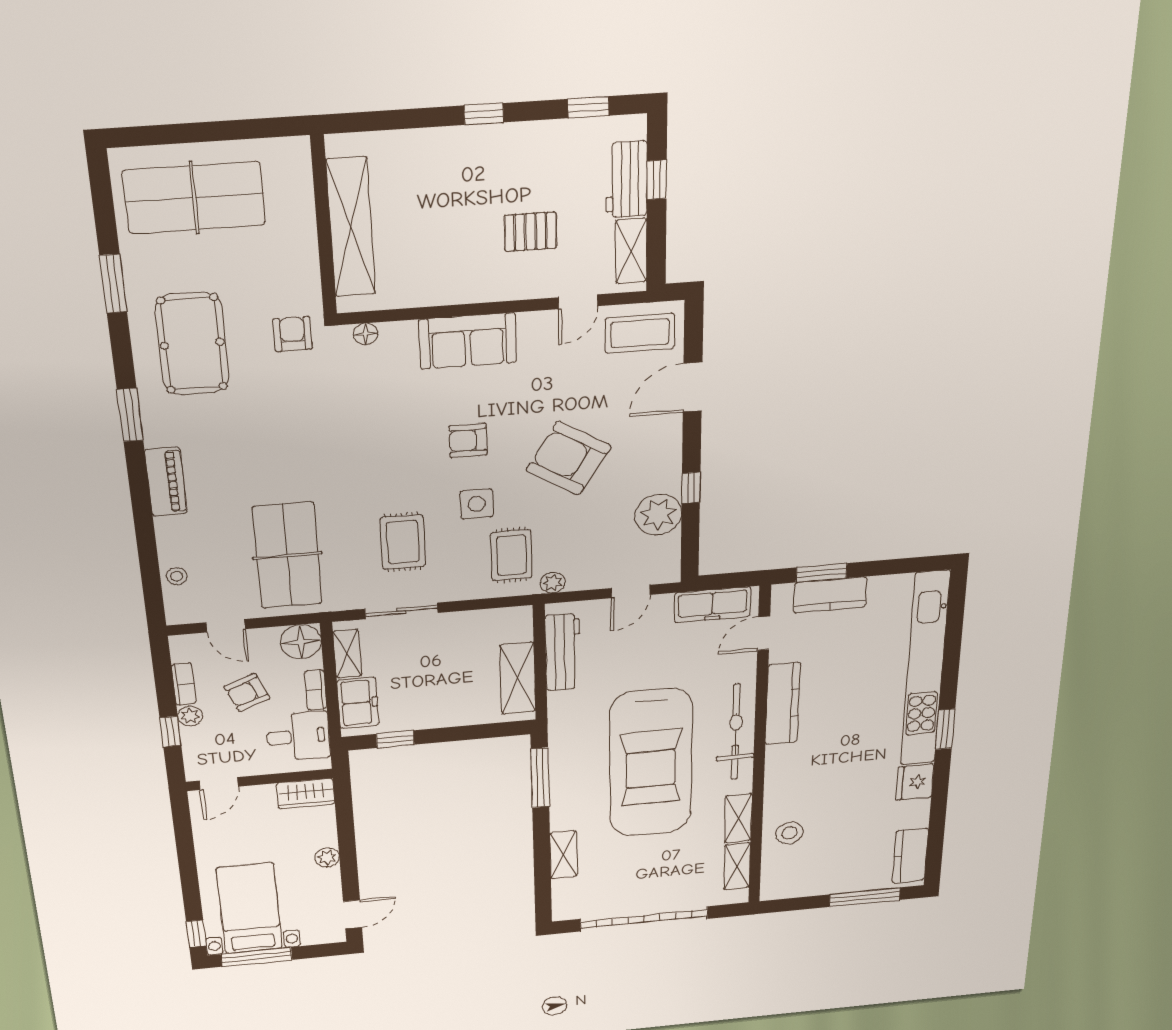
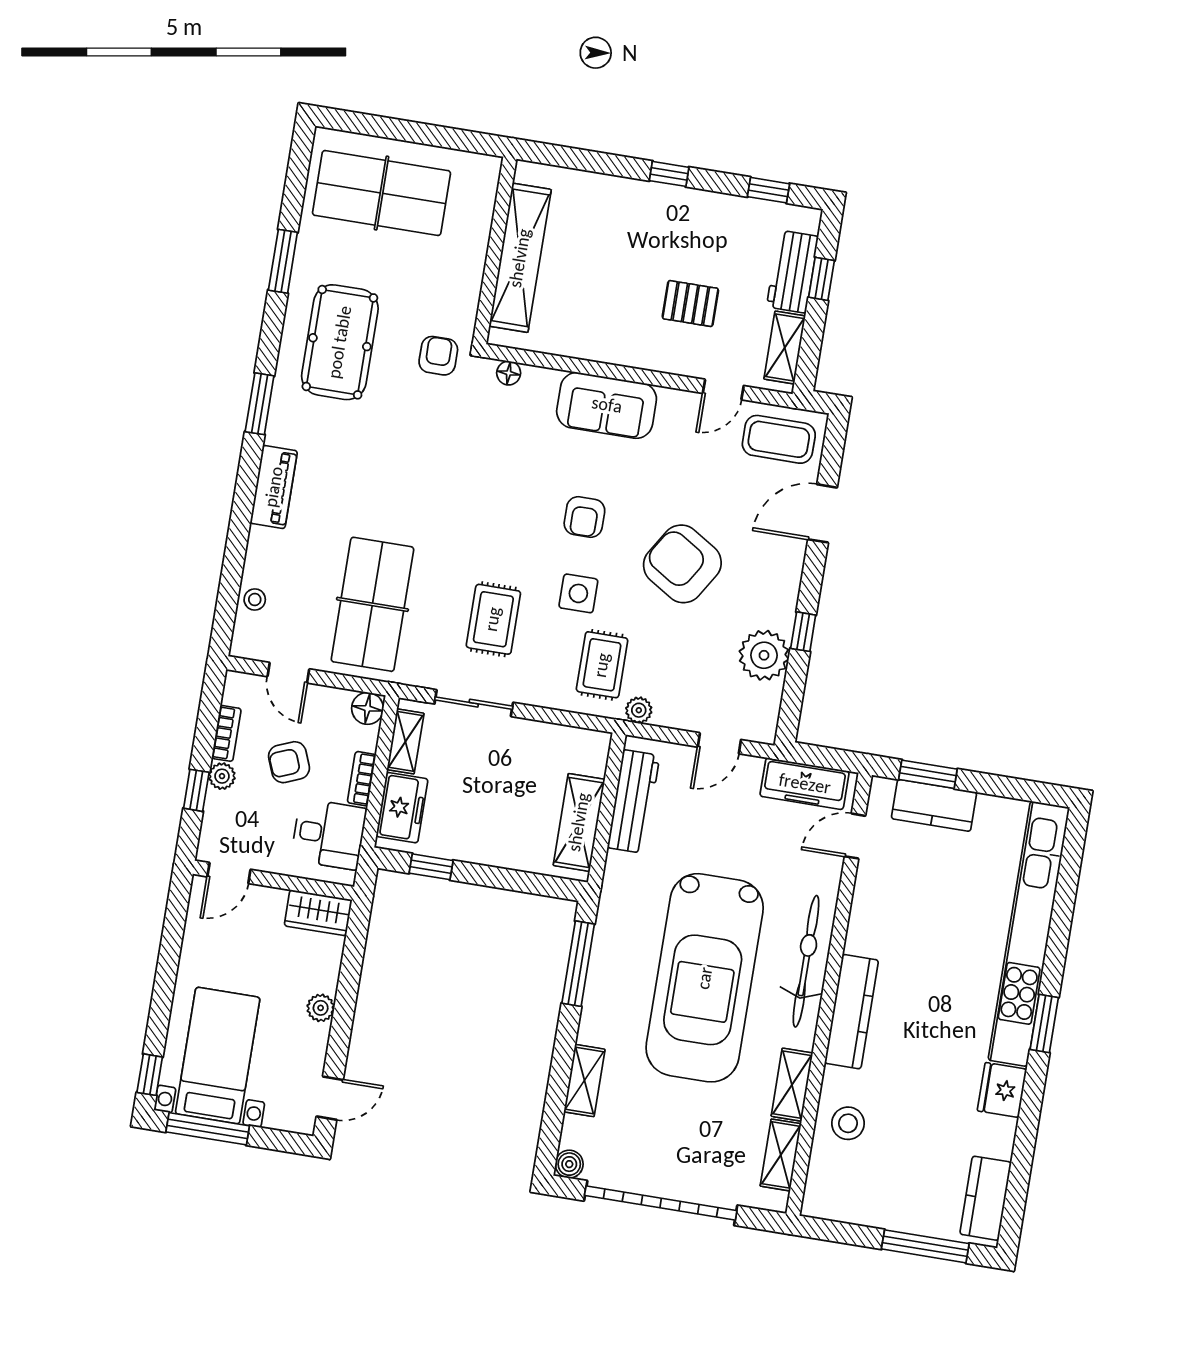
armchair: (468, 440) -> (584, 517), turned -90
floor lamp: (301, 642) -> (368, 708), width x0.73, depth x0.73
kitchen counter: (783, 704) -> (851, 1012), moved
boiler: (563, 911) -> (569, 1164), added

